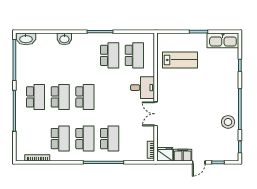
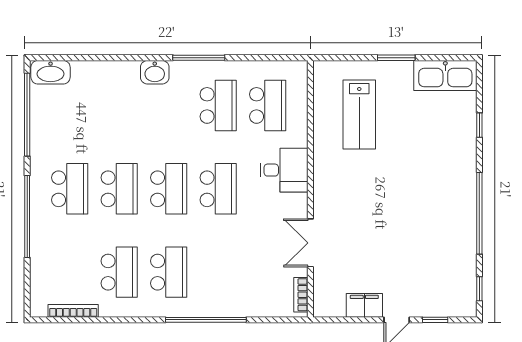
washbasin: (64, 39) -> (155, 72), moved
lab bench: (180, 60) -> (359, 115), turned 90
double door: (156, 114) -> (310, 243), moved
stool: (228, 122) -> (455, 239), removed
school desk: (110, 139) -> (218, 189), moved
fridge: (165, 154) -> (329, 304), removed

